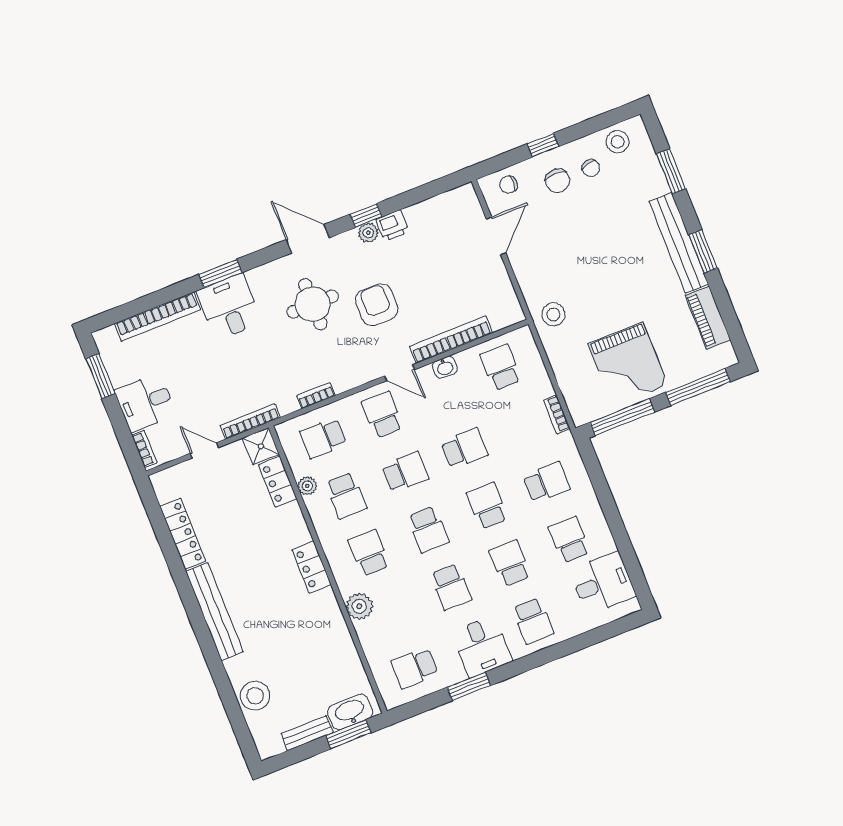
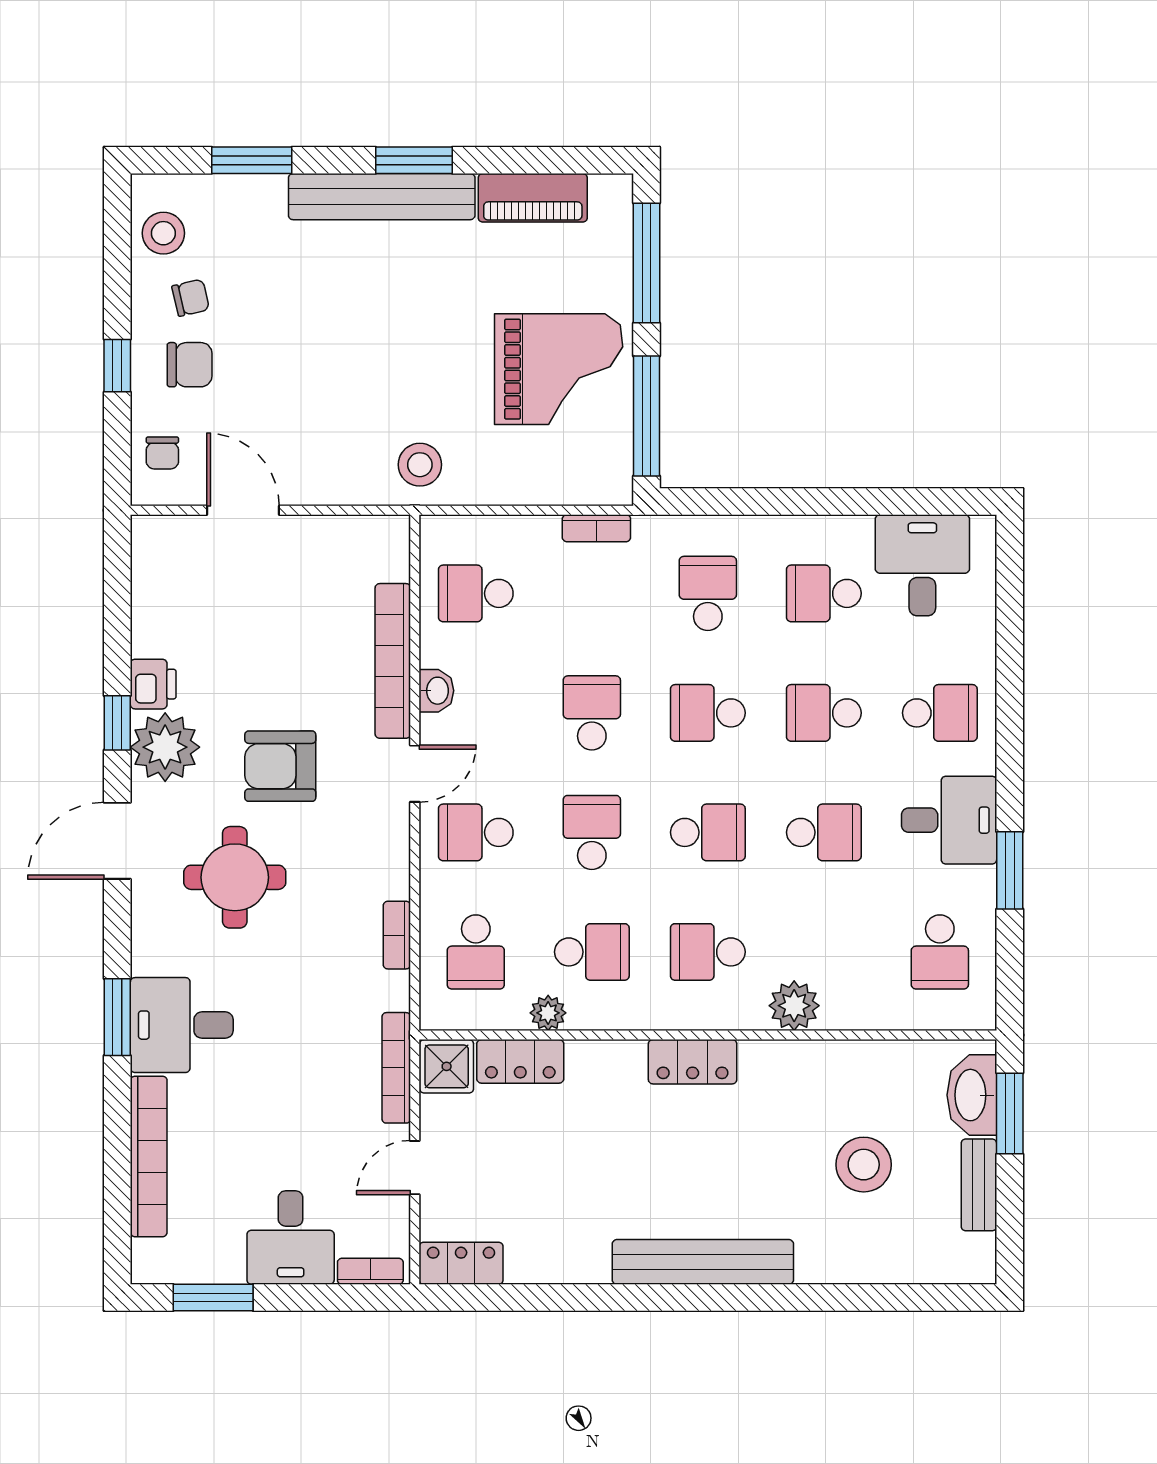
plant: (368, 233) -> (165, 747), width x1.87, depth x1.87
locker: (183, 534) -> (461, 1263), moved, width x0.66
stool: (255, 696) -> (864, 1165), moved

